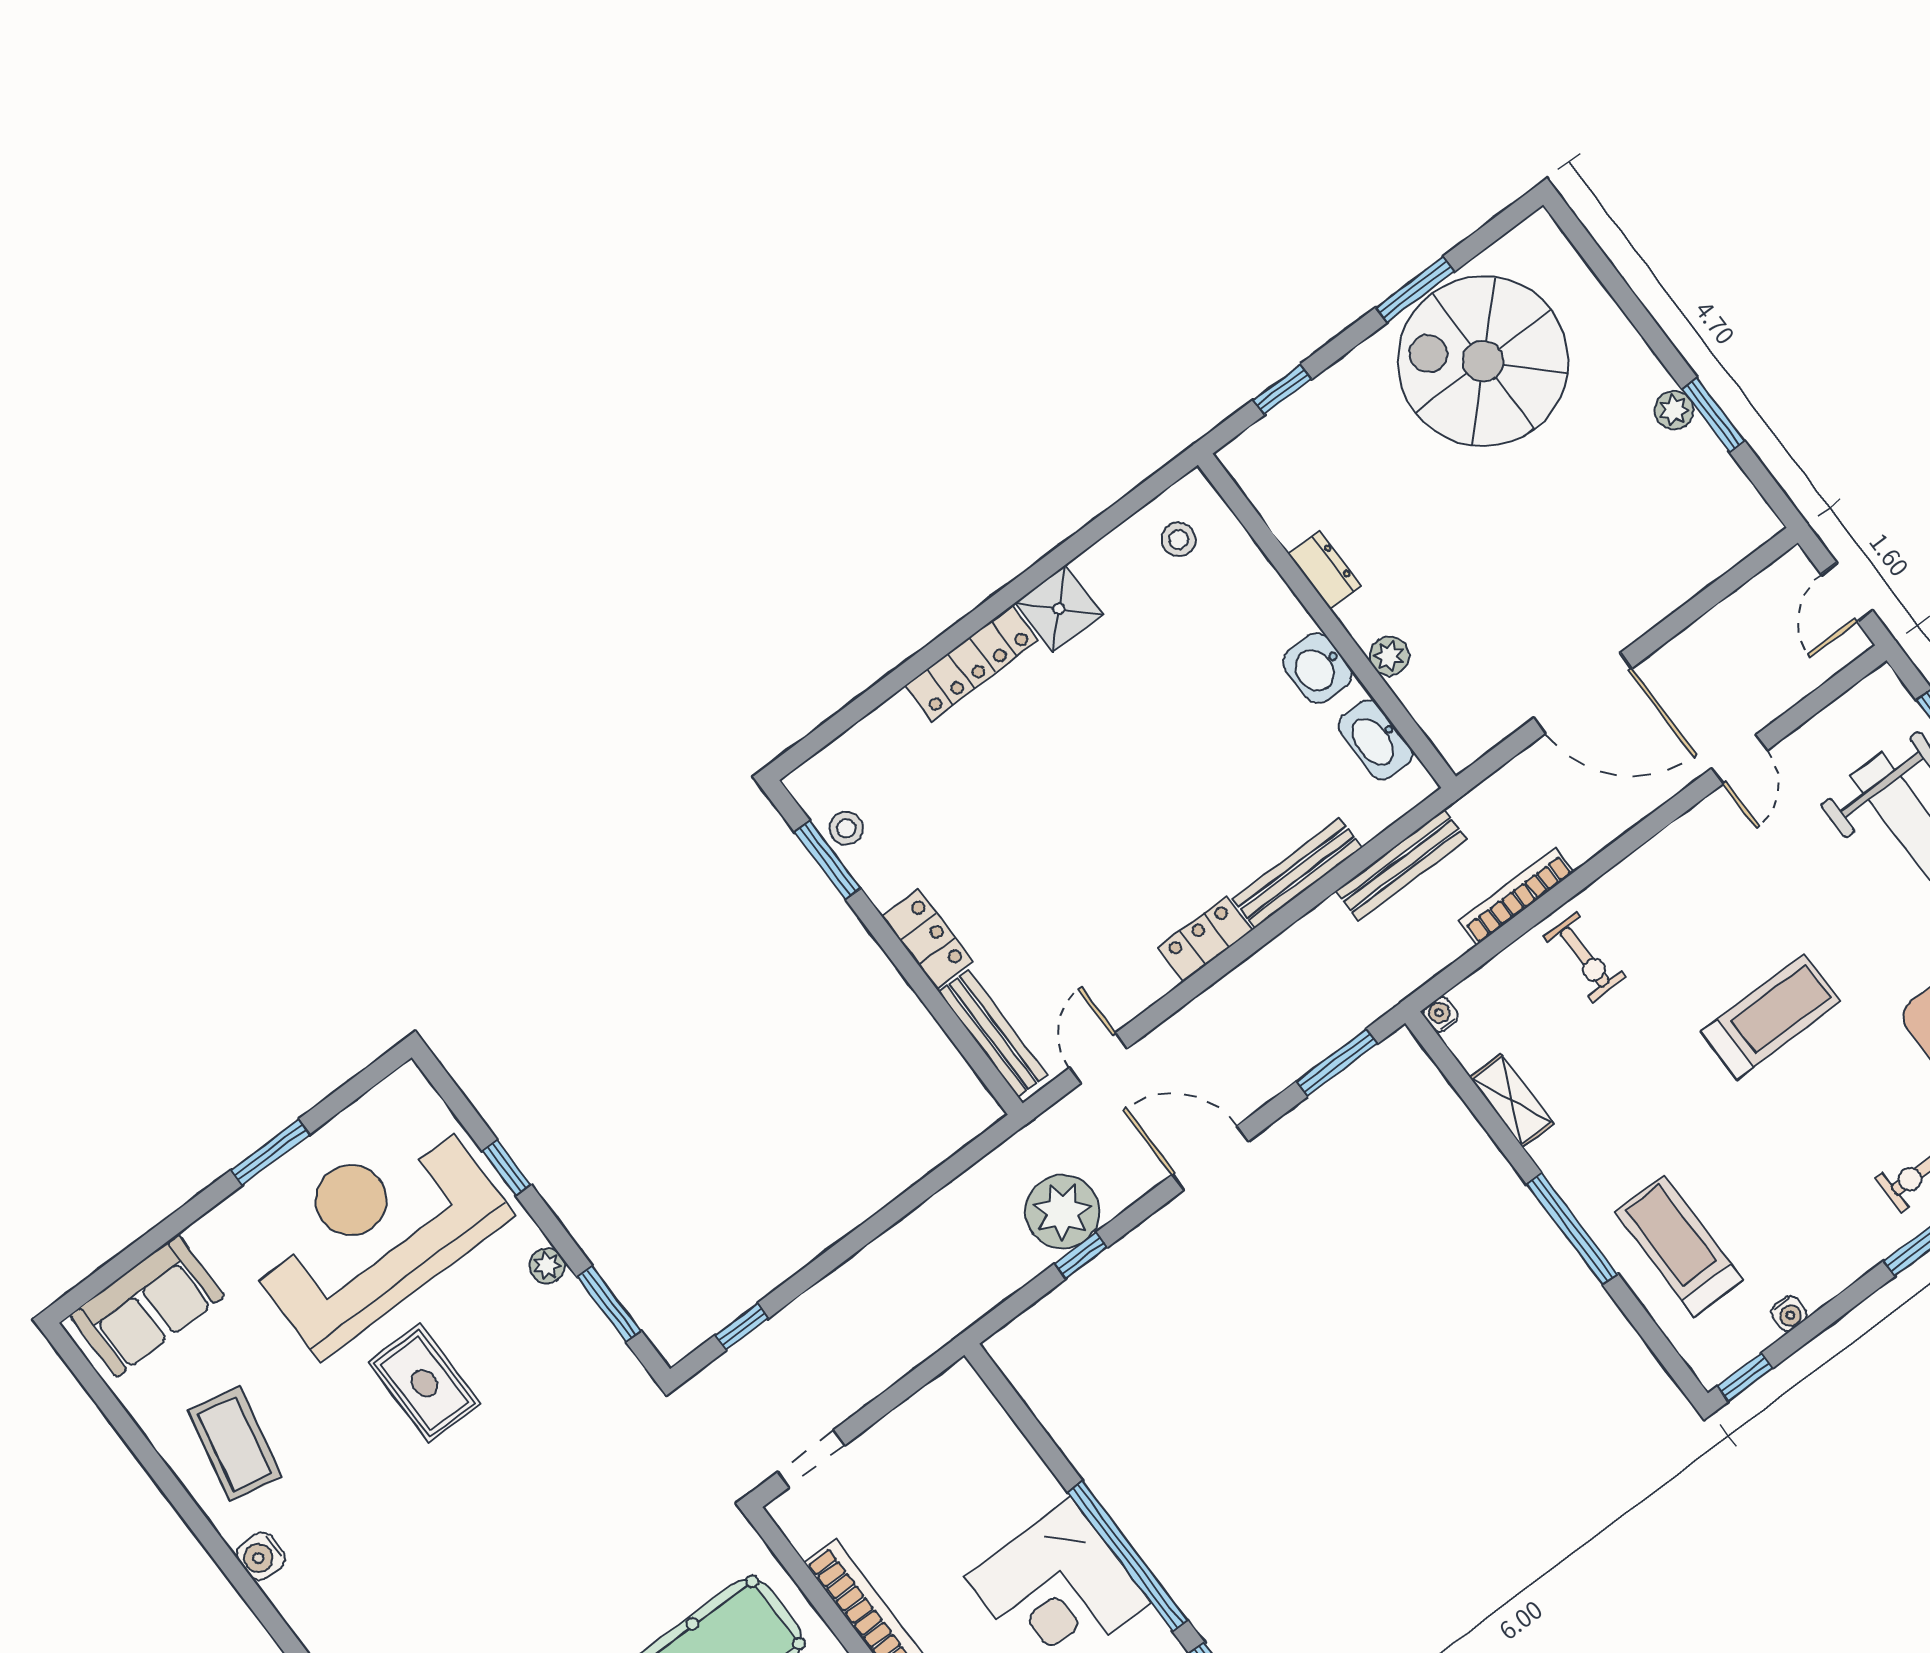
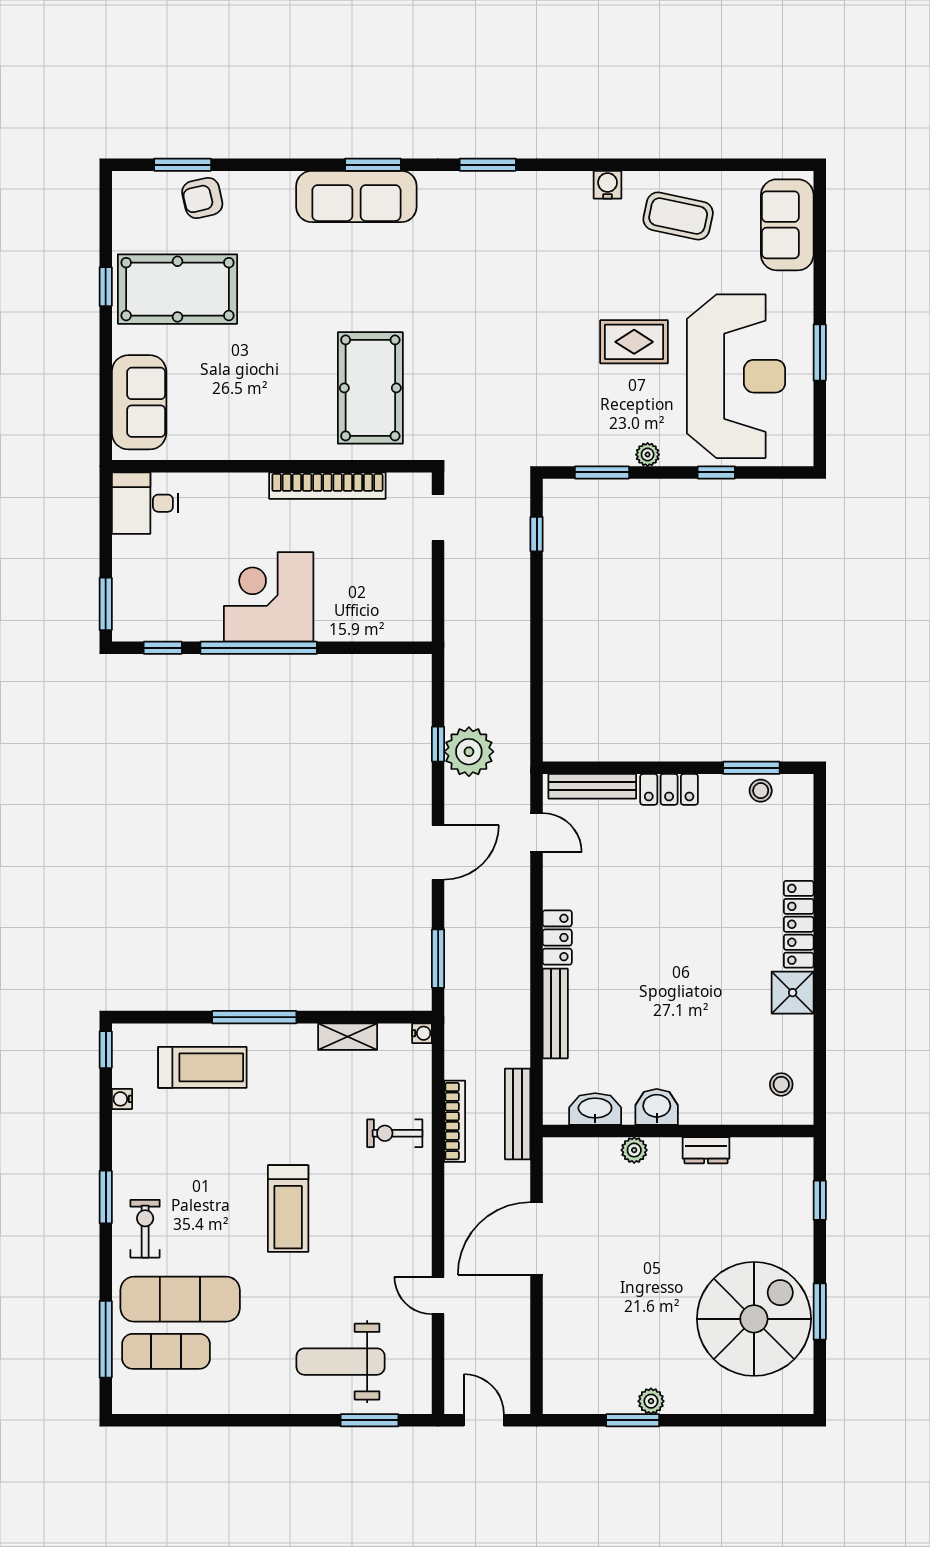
bench: (1401, 865) -> (518, 1114), moved

